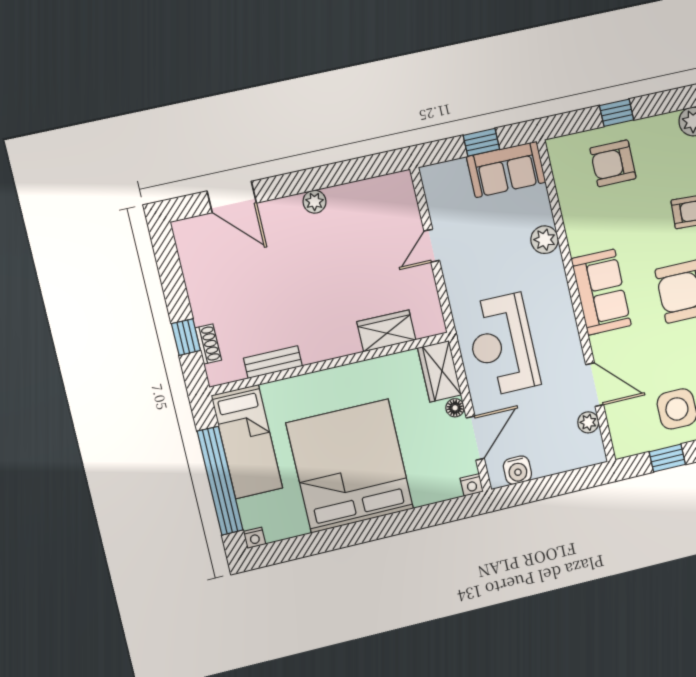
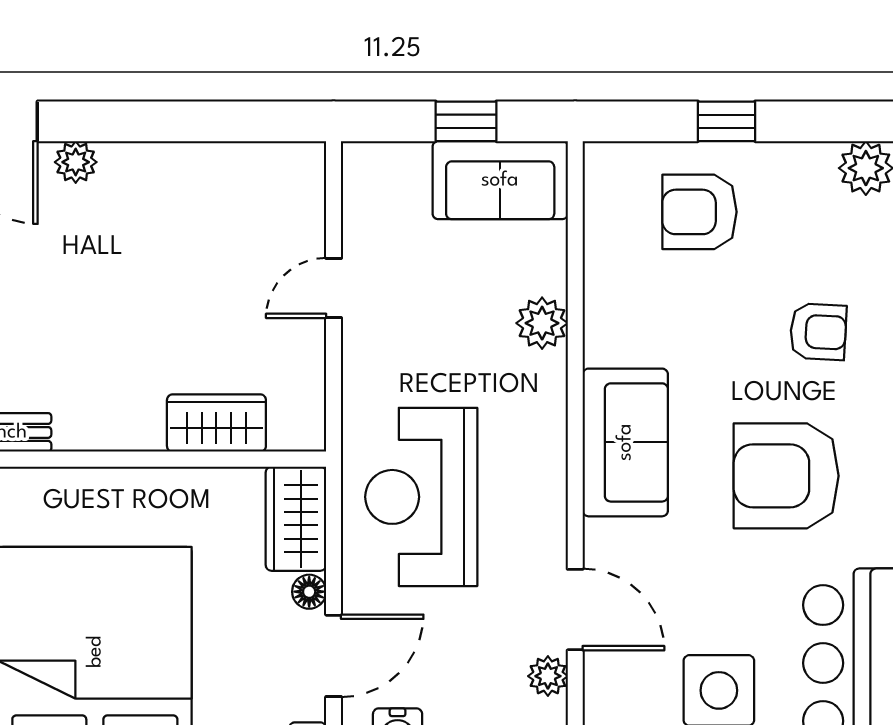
plant: (314, 202) -> (76, 162), moved

